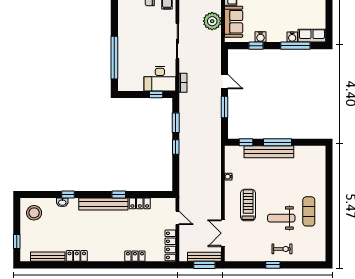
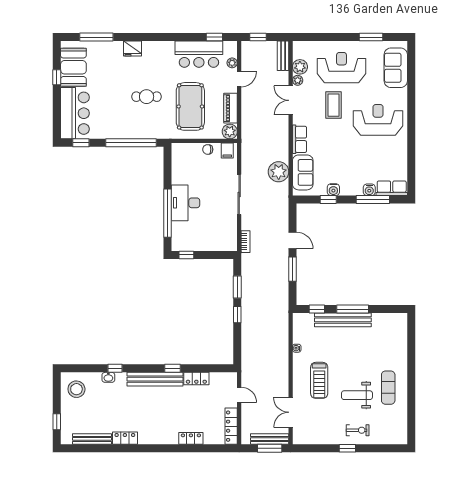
desk: (160, 79) -> (186, 203), moved, turned 90
window: (156, 94) -> (186, 255), moved
treadmill: (248, 205) -> (319, 380), turned 180

